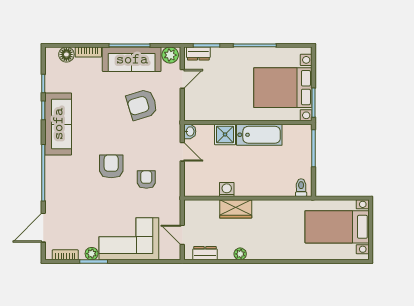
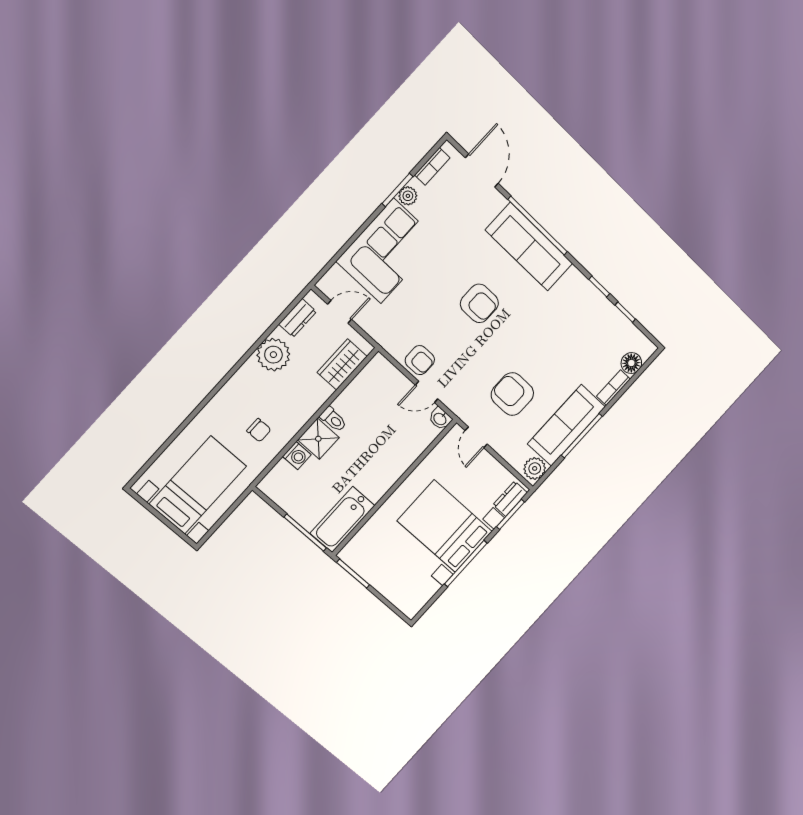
door: (182, 79) -> (476, 437), moved
bed with nightstands: (283, 88) -> (445, 526), moved, turned -90
armchair: (142, 105) -> (512, 394), turned -73
sofa: (58, 124) -> (529, 247), moved
shower: (225, 134) -> (318, 439), moved
bathtub: (259, 135) -> (342, 519), moved
armchair: (146, 180) -> (420, 360), moved
toilet: (301, 188) -> (333, 419), moved
washing machine: (227, 189) -> (297, 456), moved
wardrobe: (236, 209) -> (342, 364), moved
chair: (281, 221) -> (259, 430), added
plant: (240, 254) -> (273, 355), width x1.88, depth x1.88

